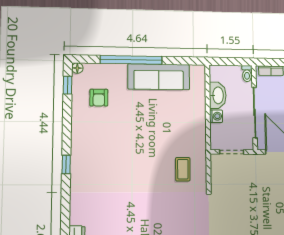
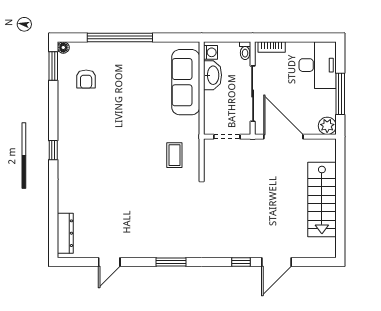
sofa: (159, 77) -> (186, 82), moved, turned 90
window: (67, 85) -> (53, 66), width x1.50
washing machine: (216, 116) -> (211, 52), moved

